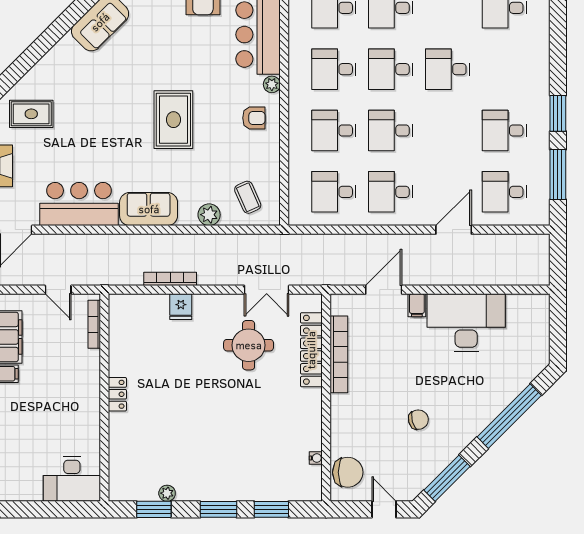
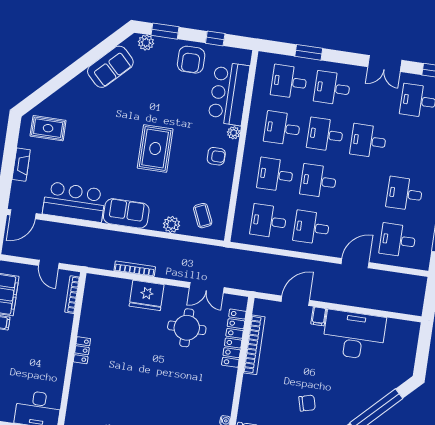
fridge: (181, 307) -> (147, 295), width x1.88, depth x1.34

